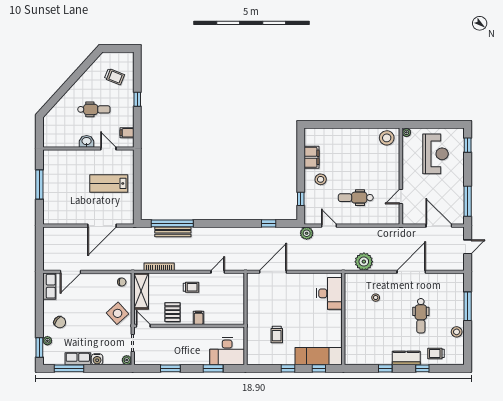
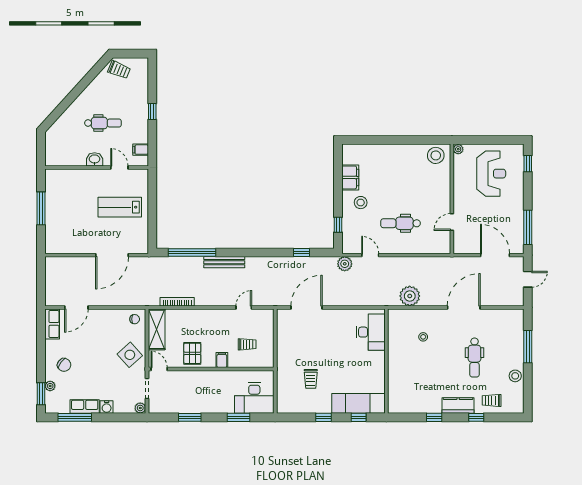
trolley: (114, 77) -> (119, 70), moved
bench: (173, 232) -> (224, 262), moved
trolley: (191, 287) -> (247, 344), moved

